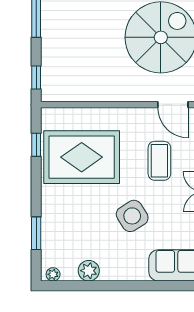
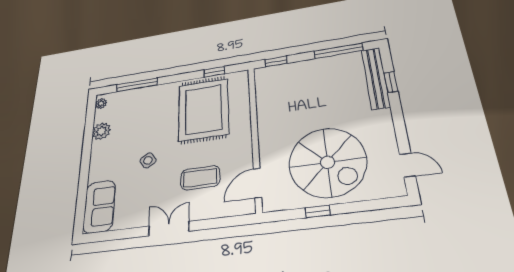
side table: (132, 216) -> (148, 160), width x0.54, depth x0.54
window: (36, 233) -> (137, 85), width x1.44

